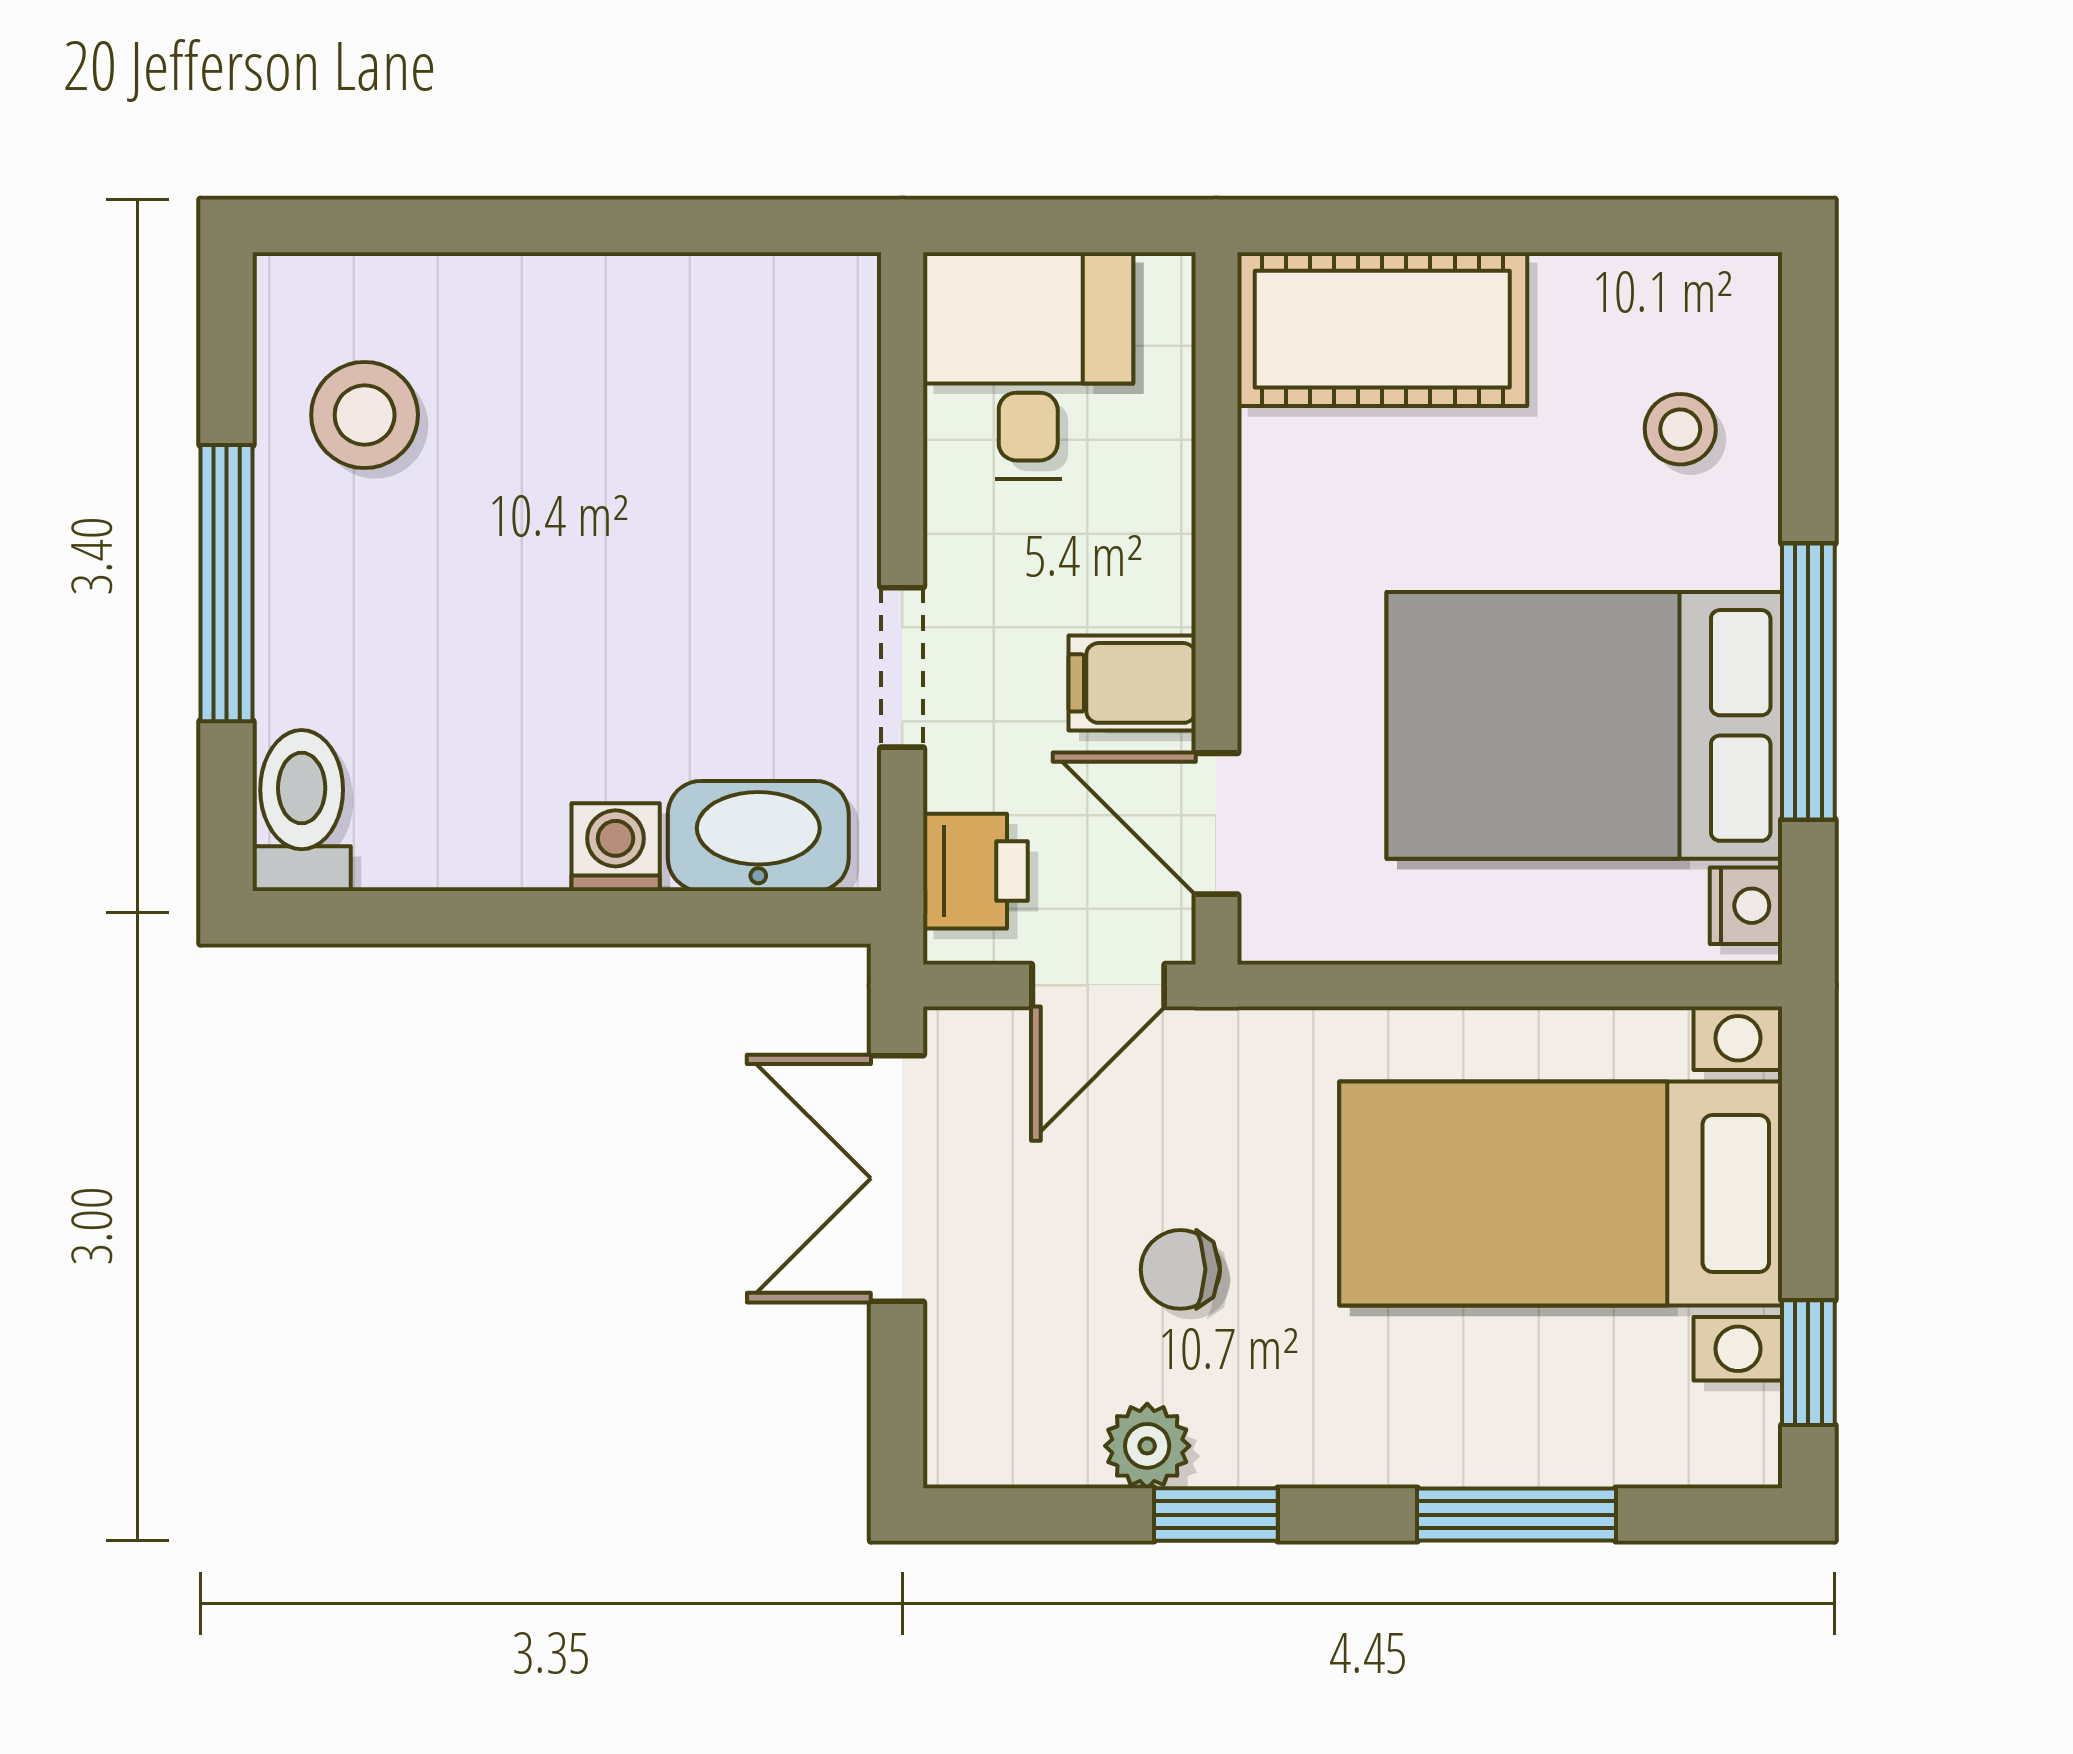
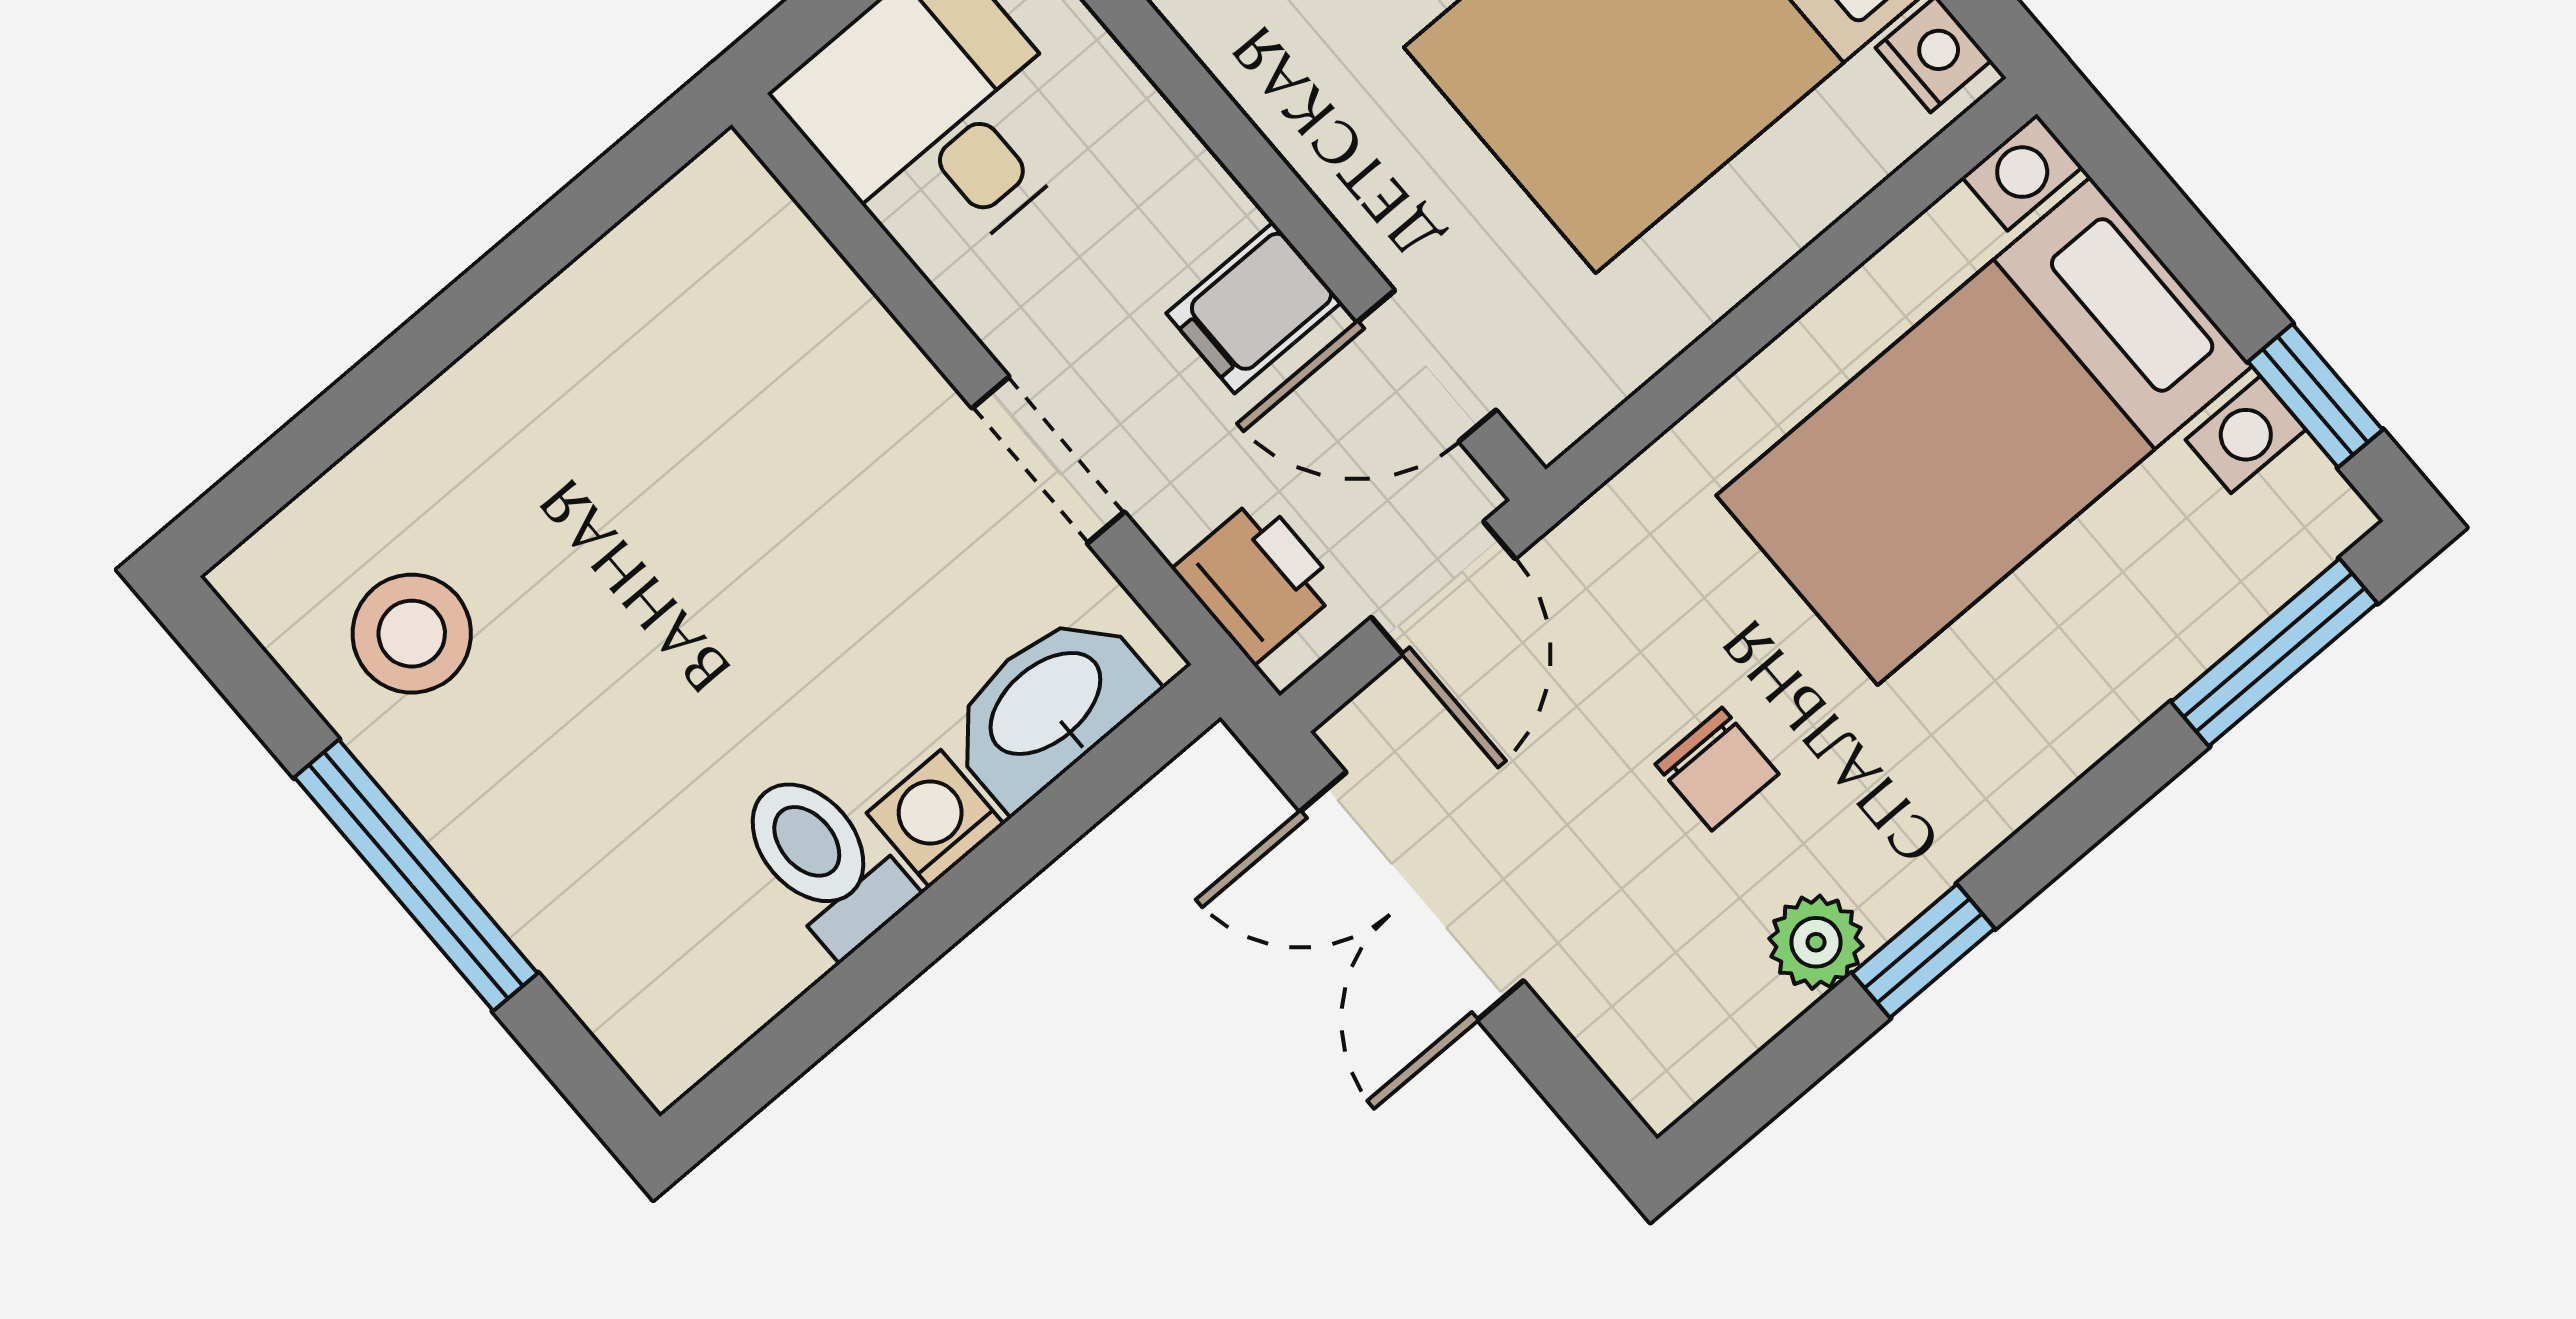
toilet: (302, 811) -> (823, 861), moved
chair: (1180, 1269) -> (1717, 769), turned -90
window: (1517, 1515) -> (2274, 652), moved

